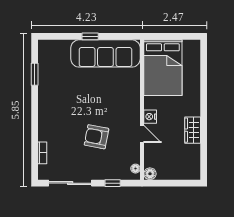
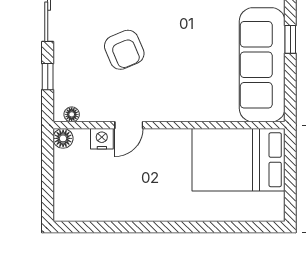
nightstand: (150, 117) -> (102, 139), moved
wardrobe: (193, 130) -> (135, 209), removed
armchair: (96, 137) -> (124, 50), turned 146

